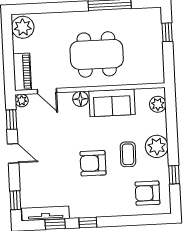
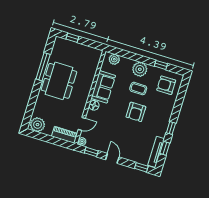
dining table: (97, 54) -> (59, 81), moved
door: (13, 153) -> (112, 158), hinge flipped
armchair: (147, 193) -> (166, 85), turned 90

